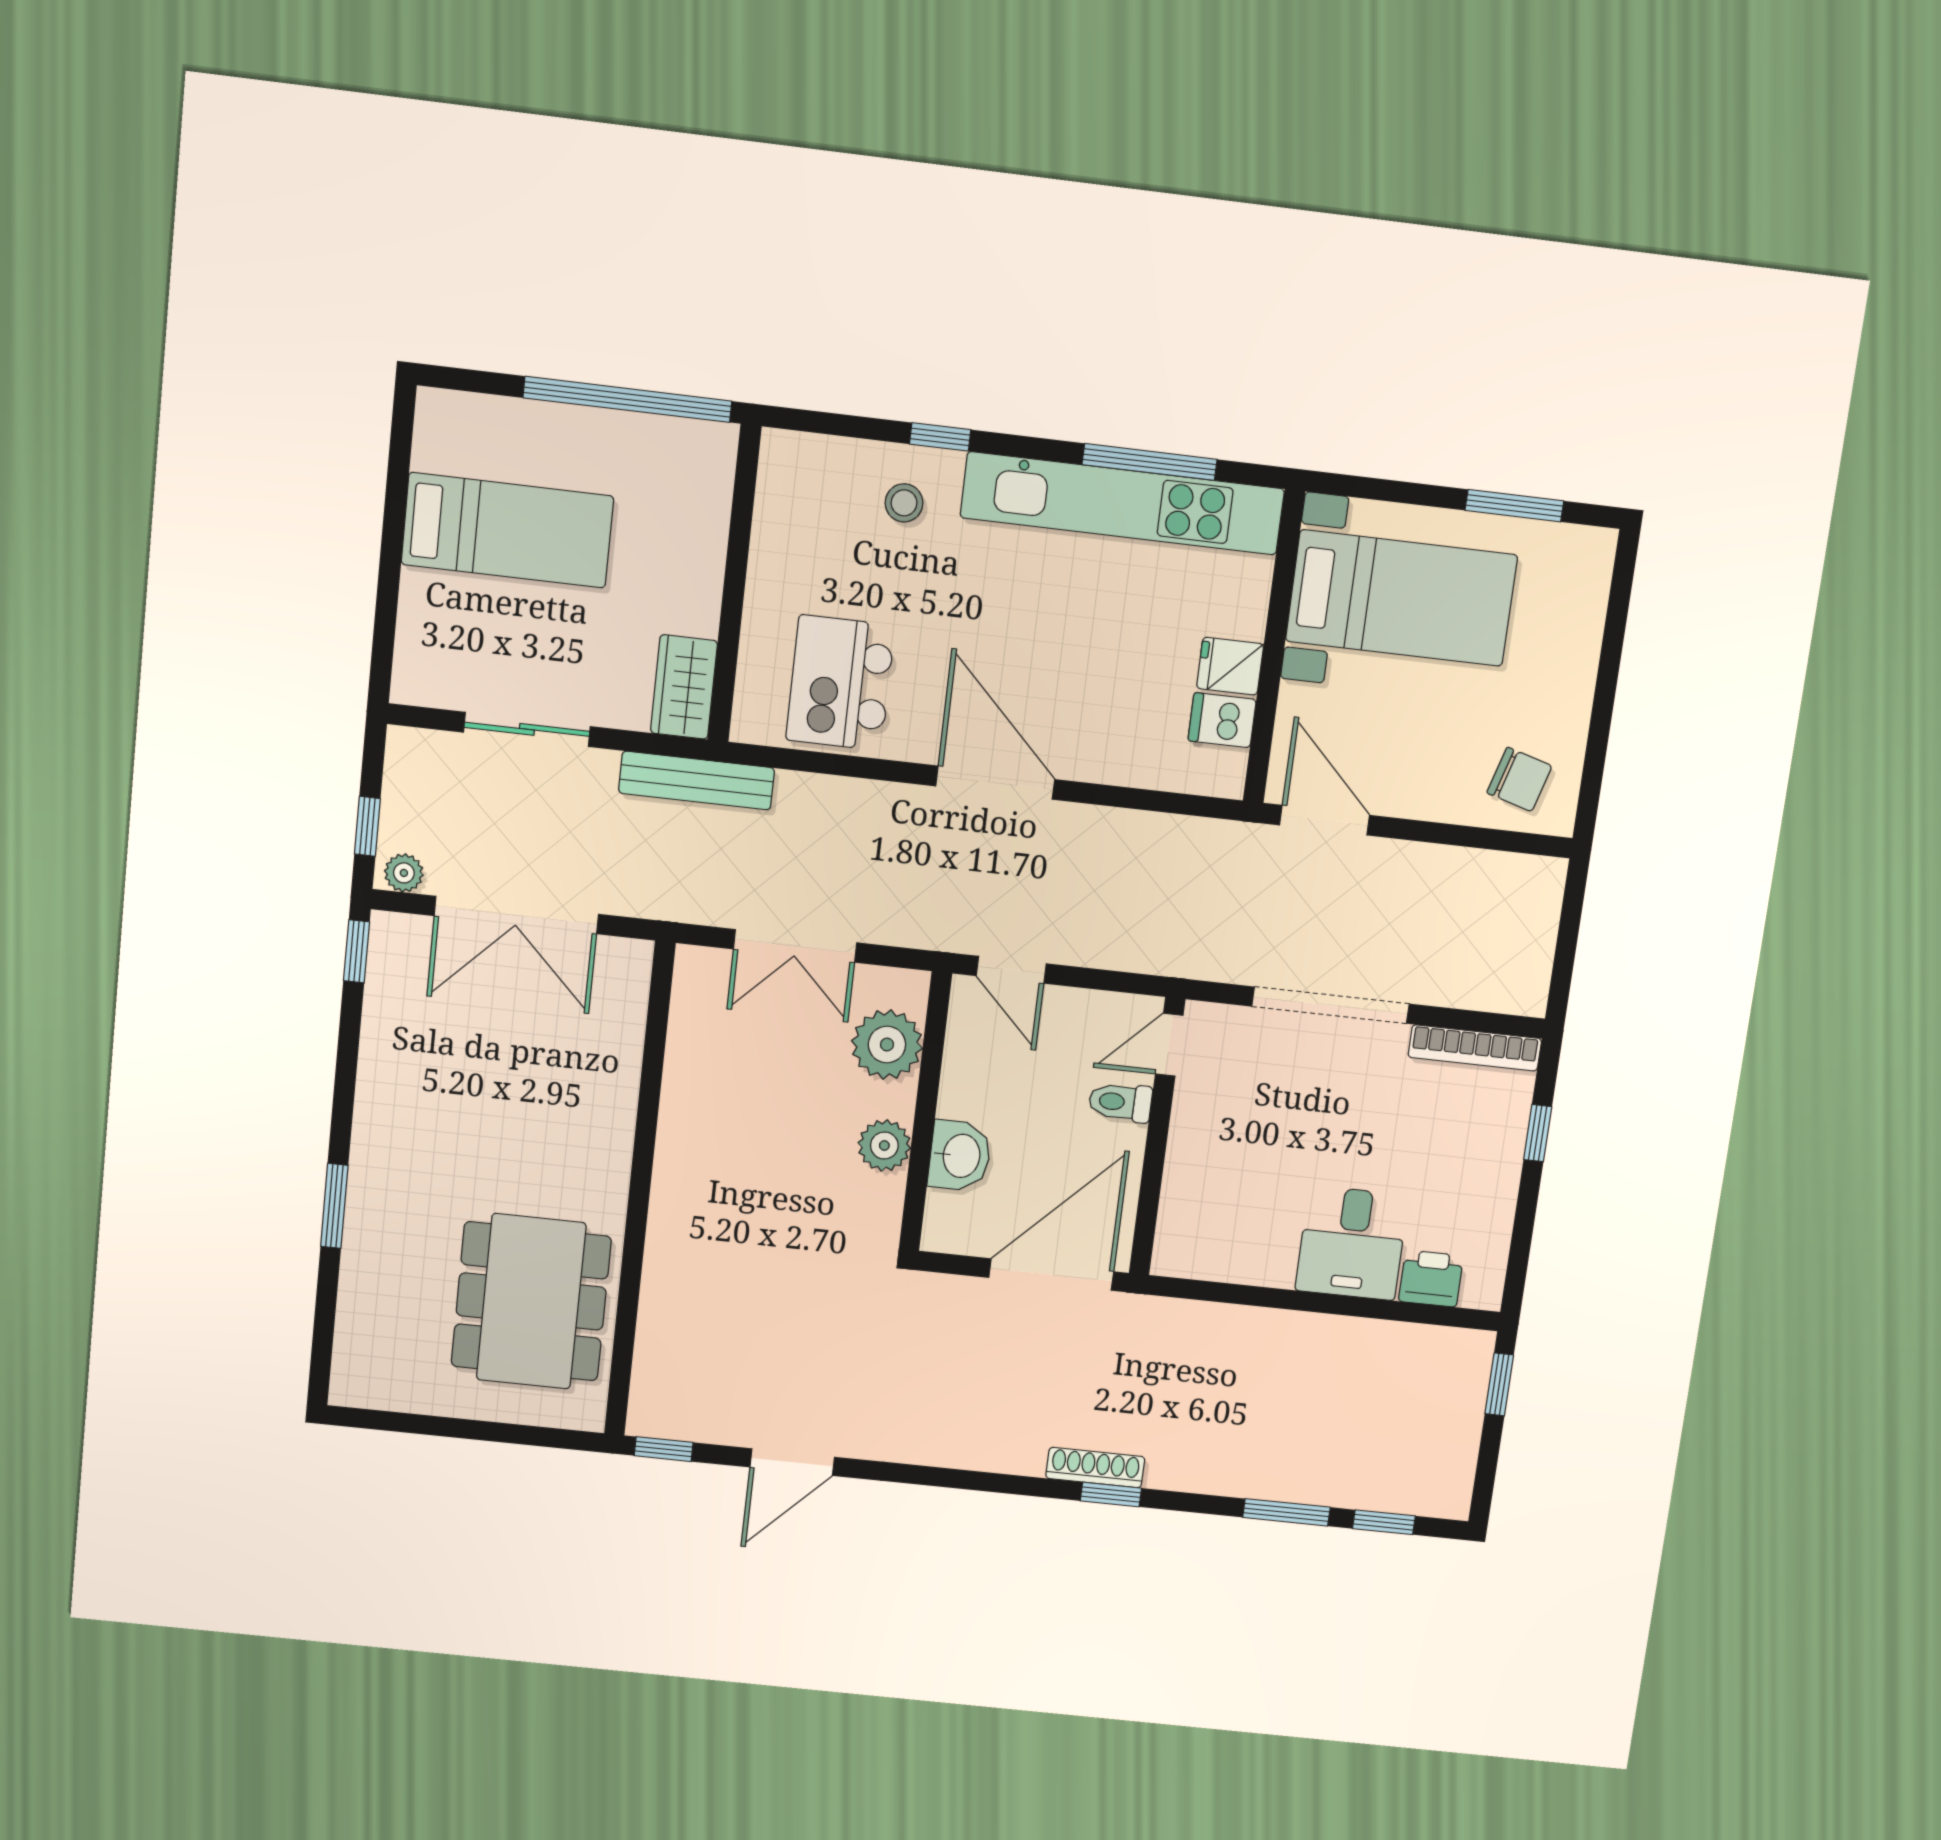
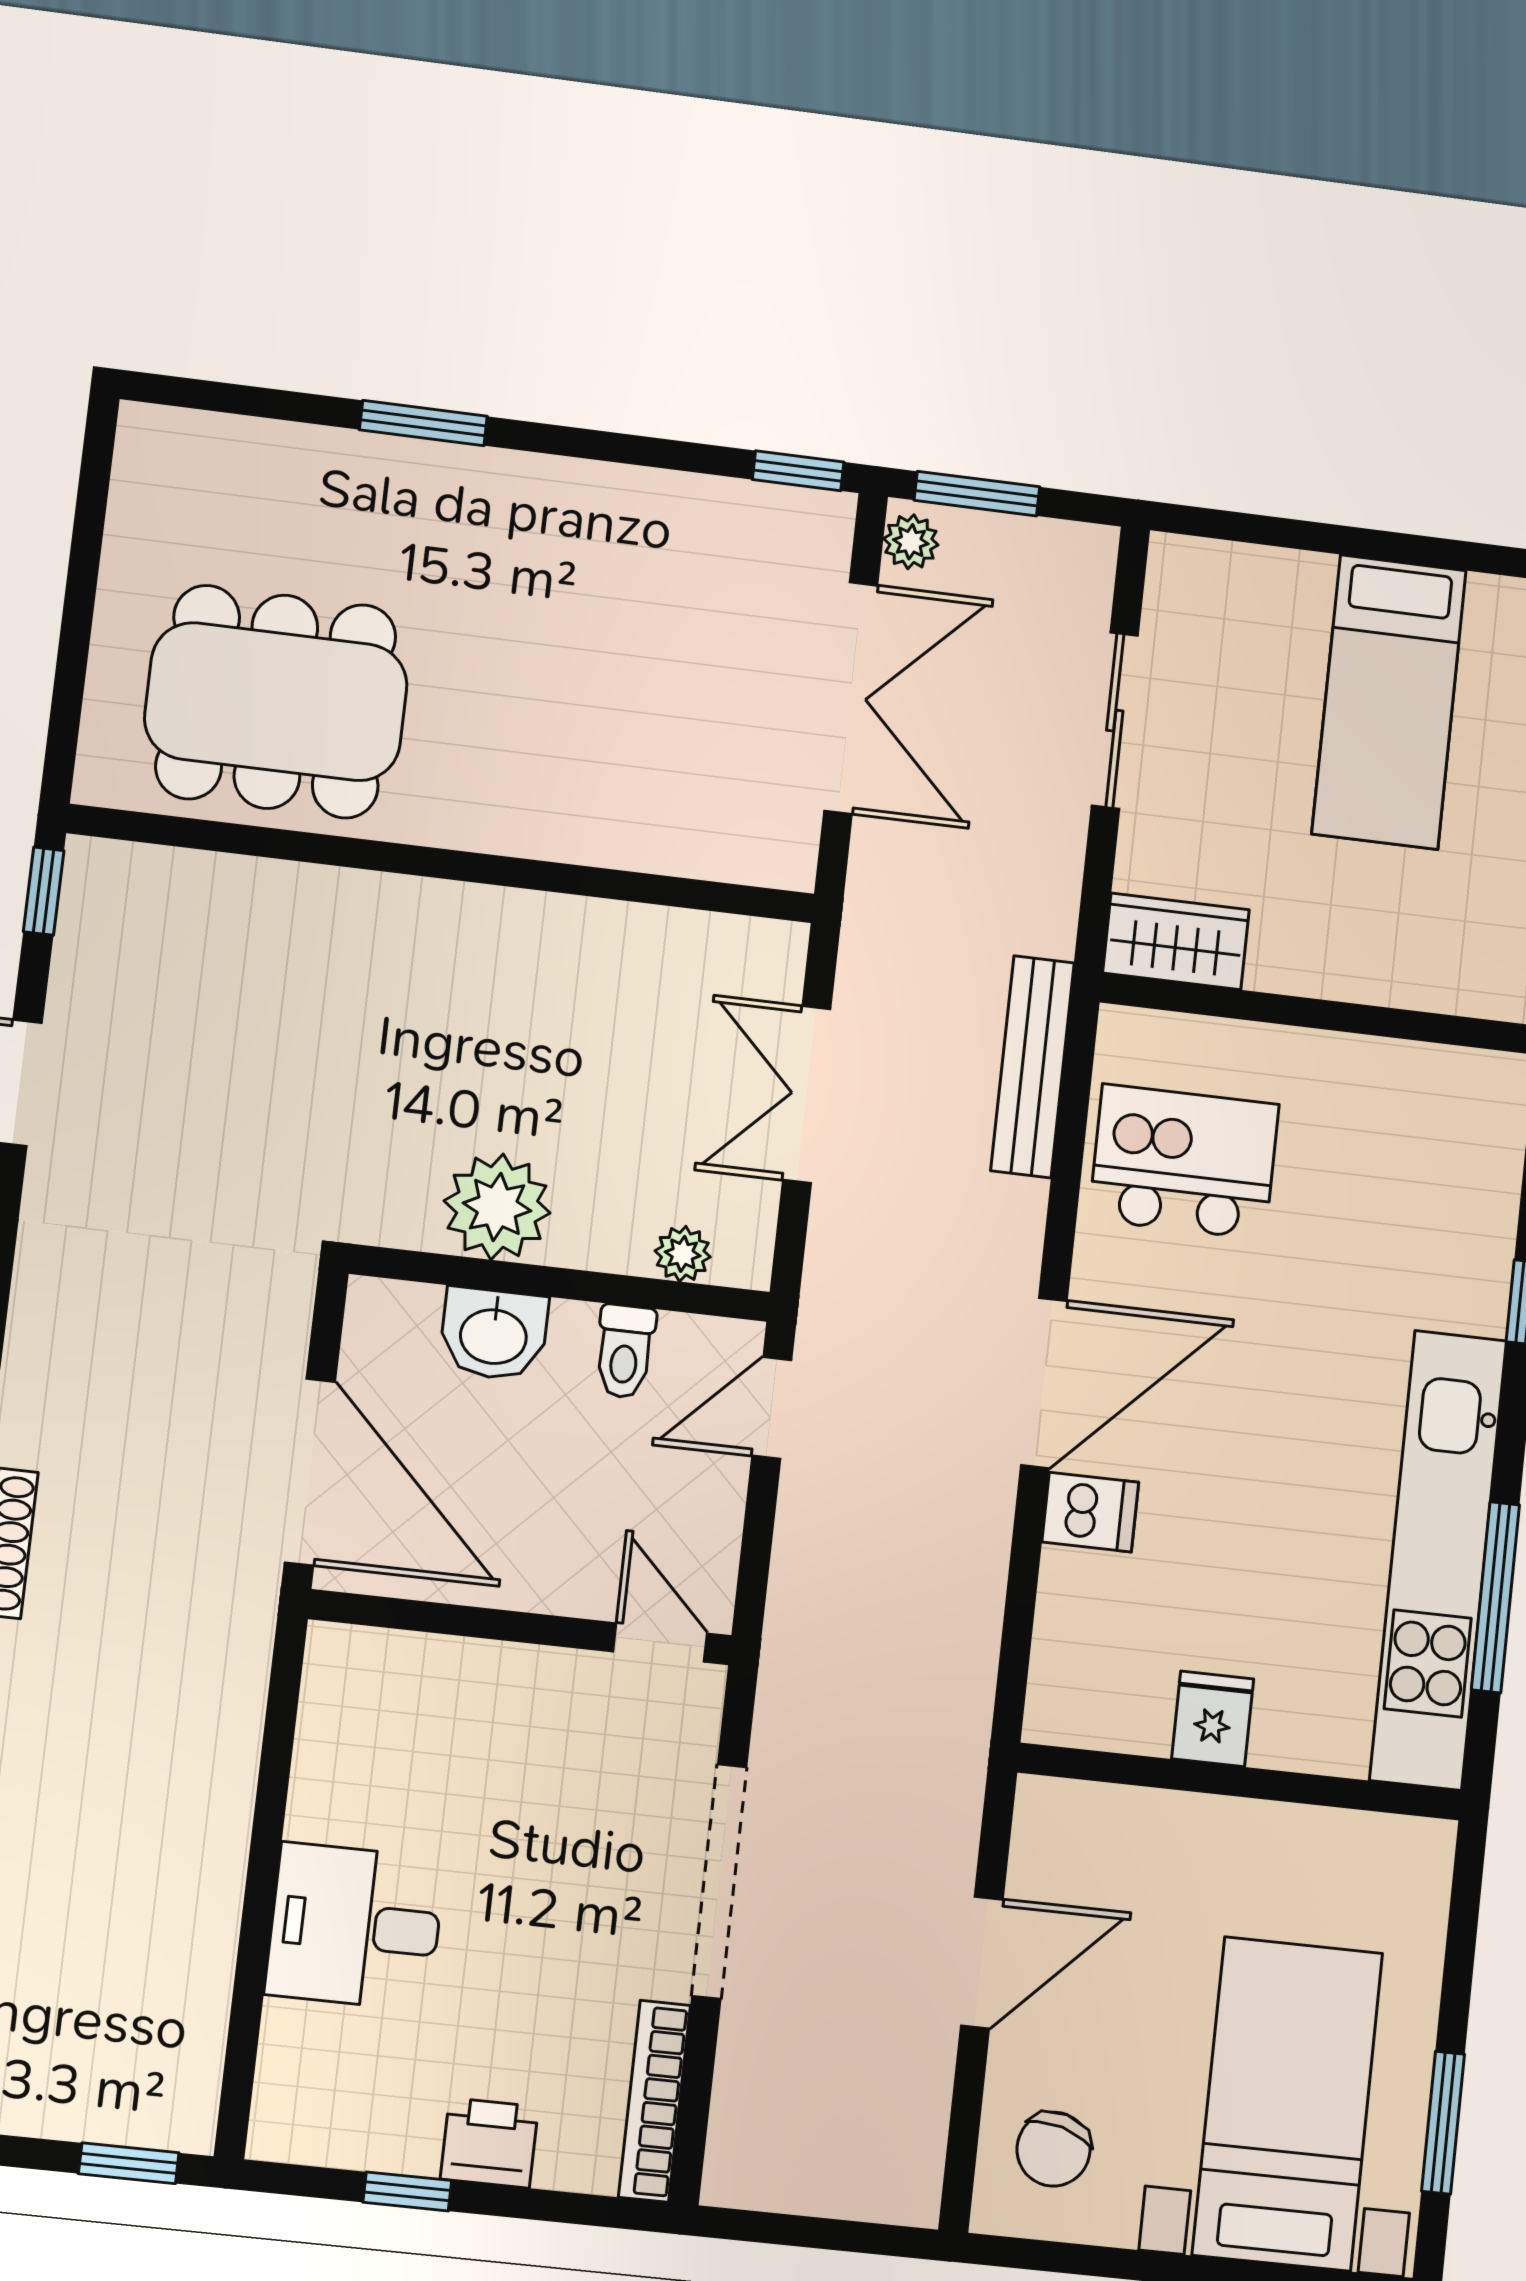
stool: (904, 503) -> (1434, 1252), removed
bed with nightstands: (1401, 598) -> (1287, 2104), moved, turned 180
dishwasher: (1222, 720) -> (1090, 1512), moved, turned 90
bench: (697, 781) -> (1032, 1067), moved
door: (1325, 820) -> (982, 1962), moved
window: (367, 826) -> (977, 494), width x1.50
double door: (516, 915) -> (851, 698), swing flipped
plant: (887, 1045) -> (683, 1254), width x0.53, depth x0.53
toilet: (1120, 1102) -> (625, 1351), moved, turned 180
window: (1538, 1133) -> (407, 2191), moved
plant: (884, 1146) -> (497, 1207), width x1.36, depth x1.36
printer: (1431, 1279) -> (489, 2143), moved, turned -90

